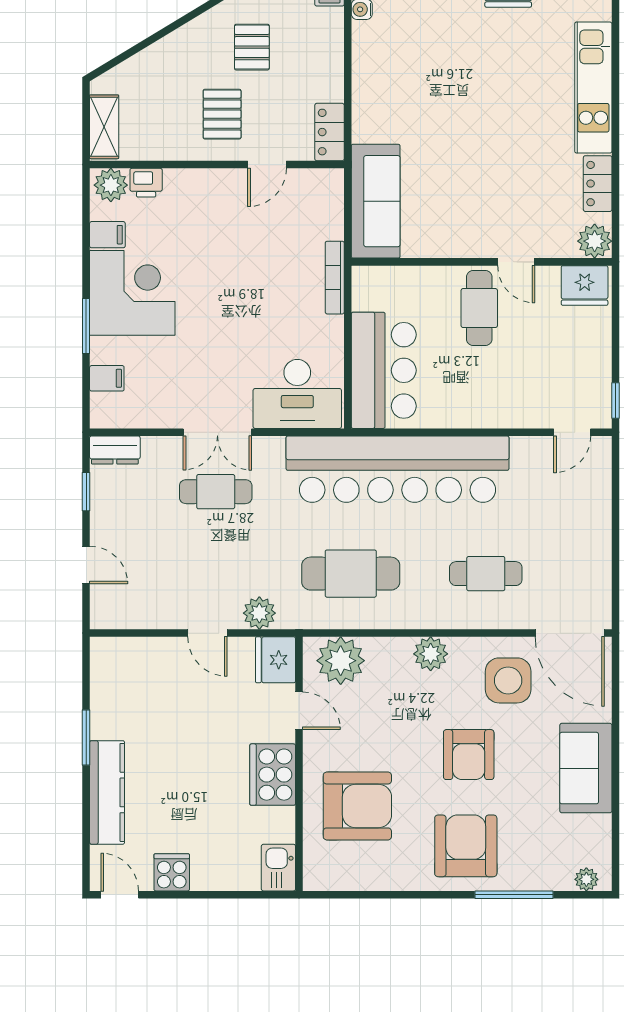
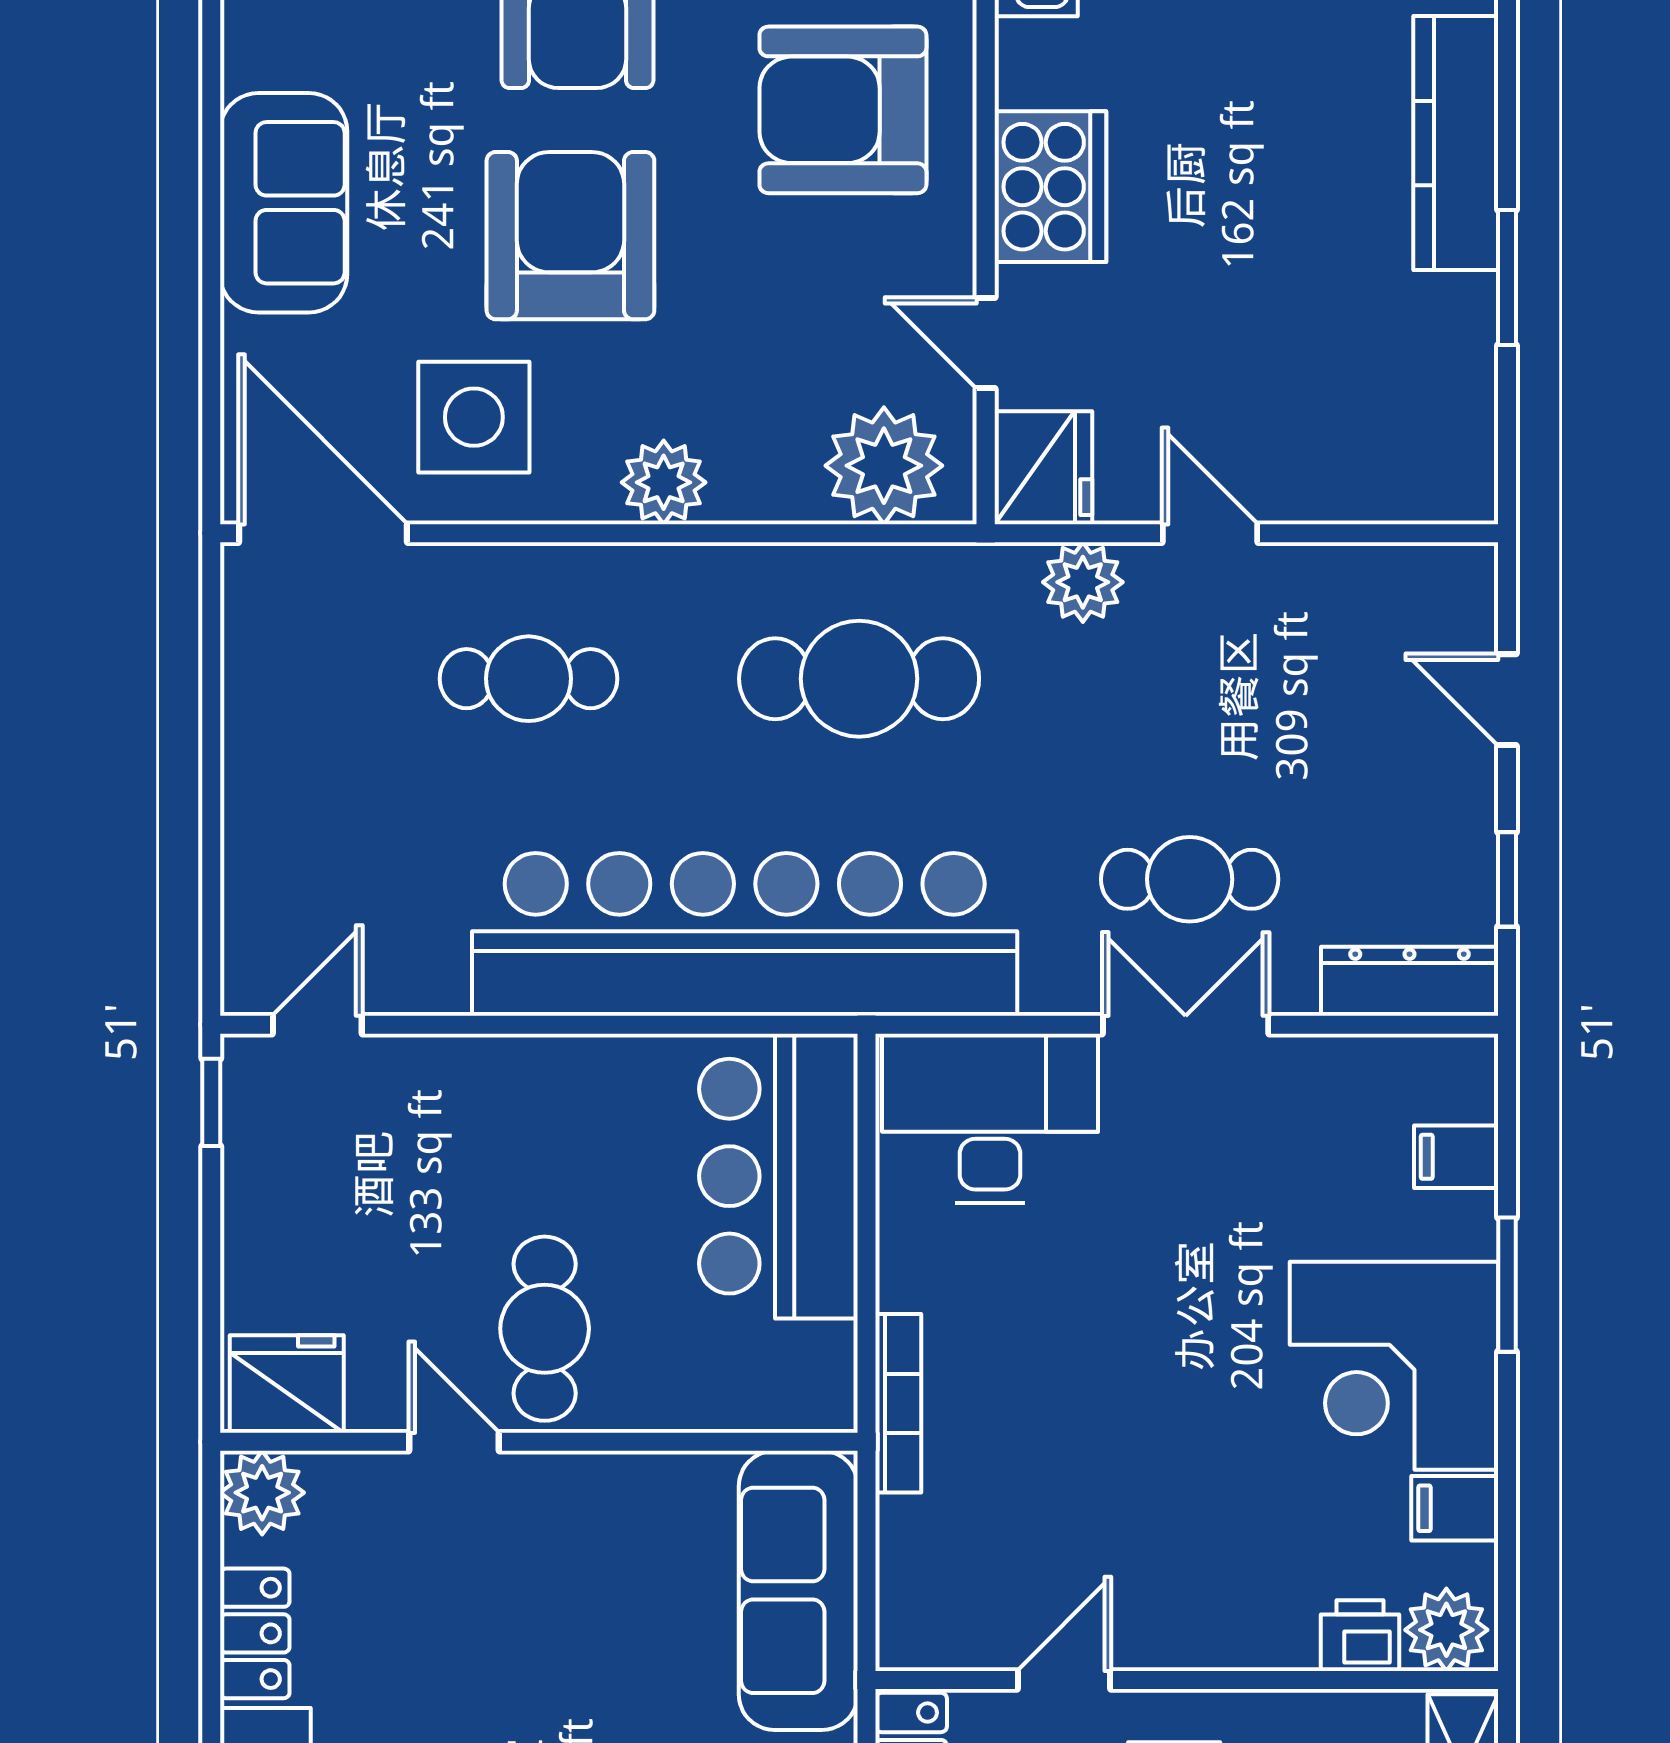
dresser: (115, 450) -> (1410, 981), width x1.44
armchair: (469, 755) -> (570, 236), width x1.36, depth x1.36

